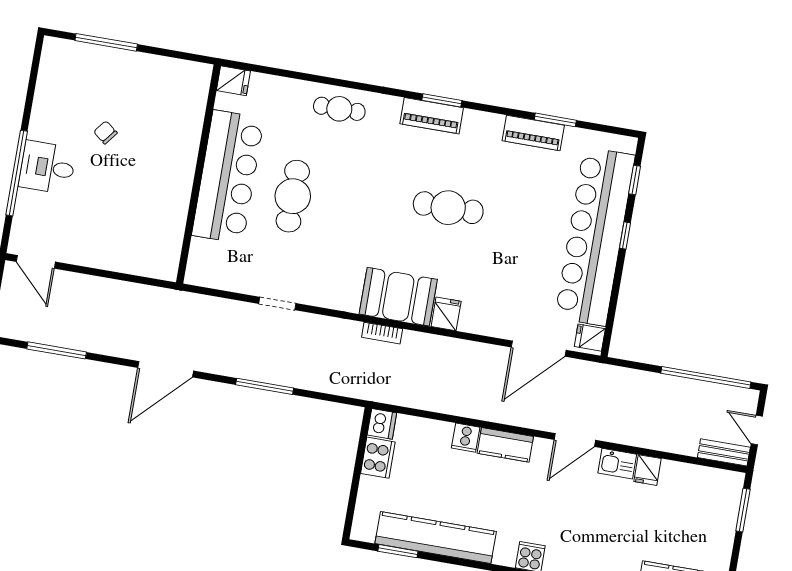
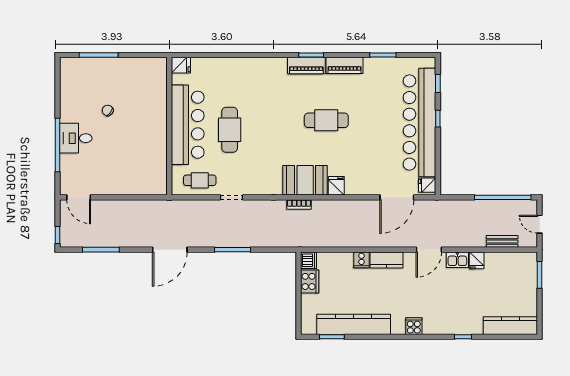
cafe table: (339, 109) -> (200, 180), moved
piano: (533, 133) -> (344, 65), moved
bench: (724, 452) -> (502, 241), moved

